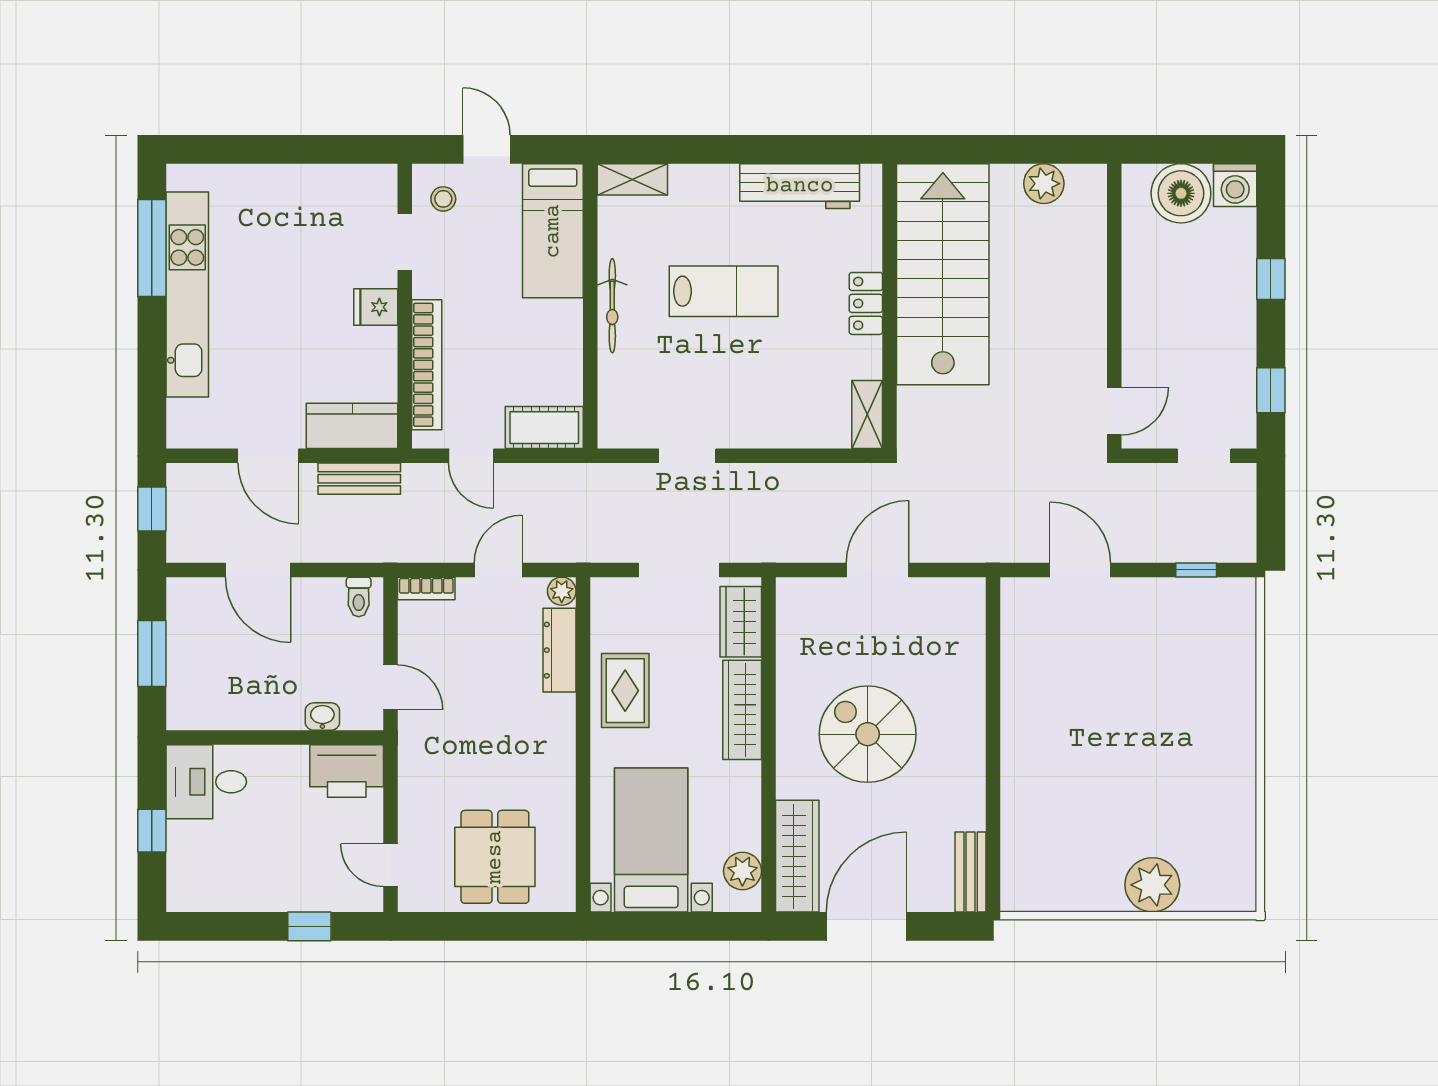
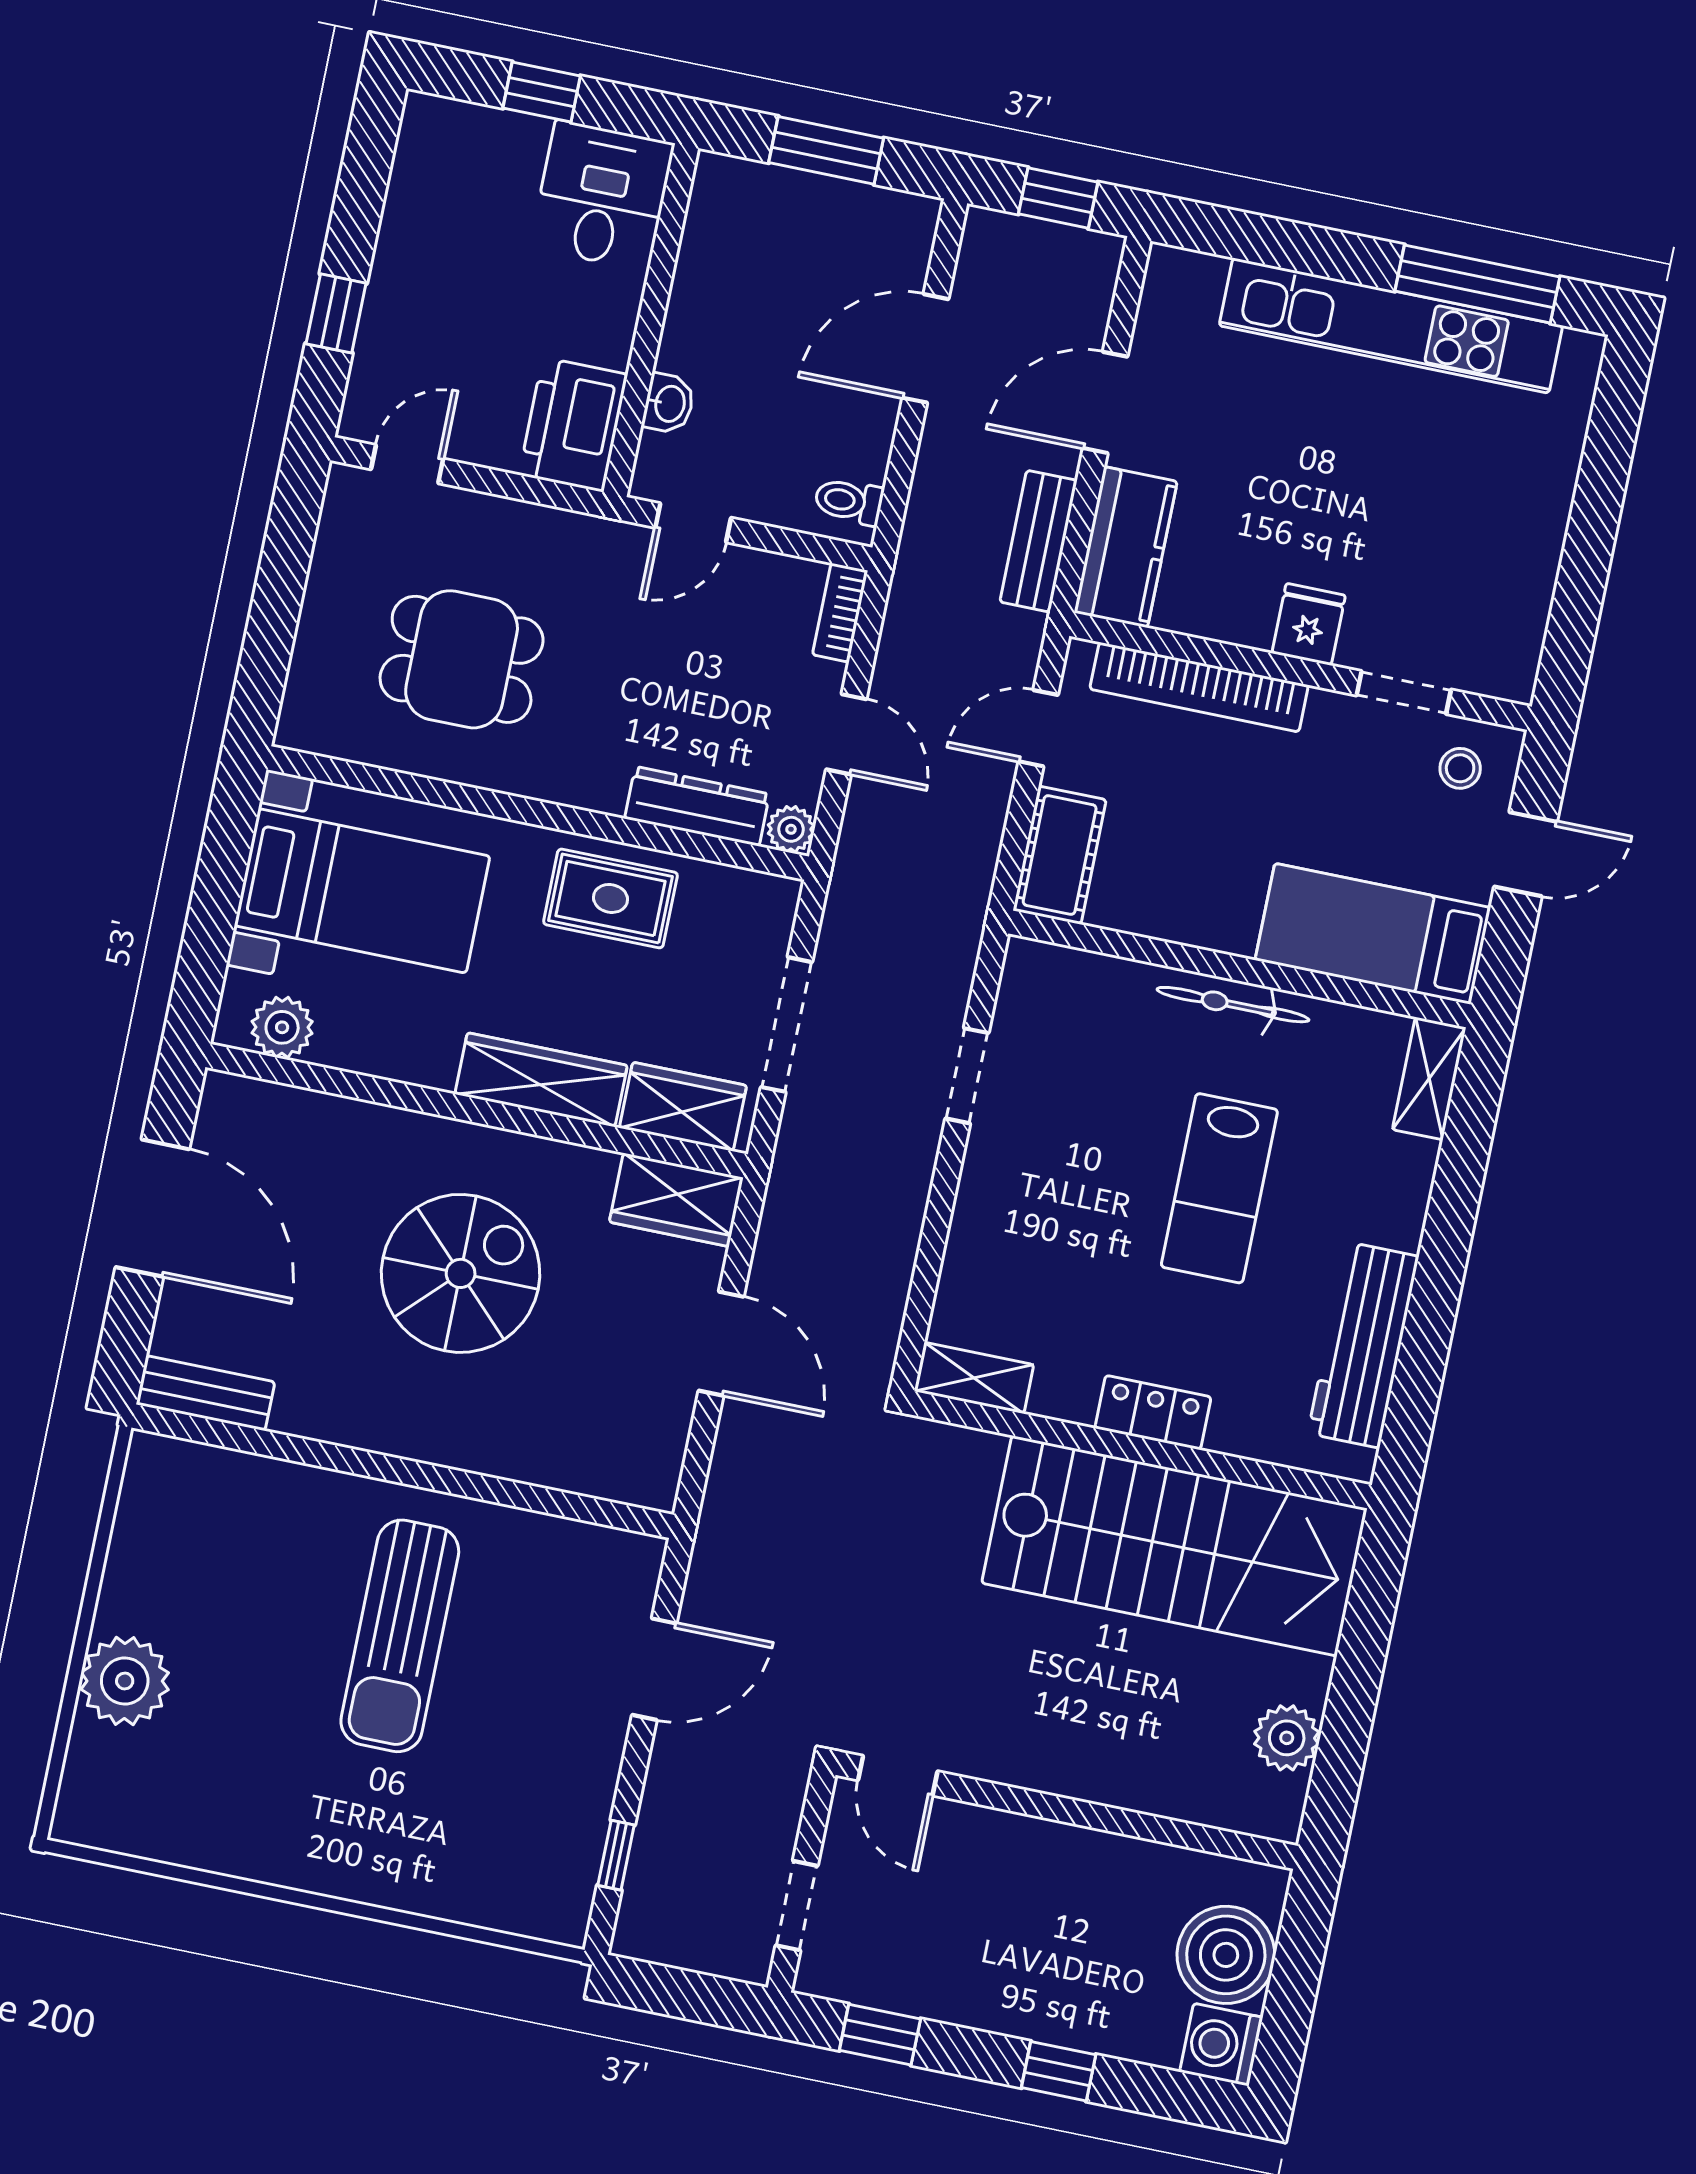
sun lounger: (1092, 726) -> (400, 1636), added
wardrobe: (797, 856) -> (676, 1200), moved, width x0.67
dining table: (495, 857) -> (462, 659), moved

